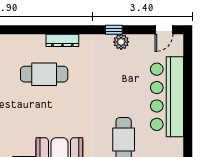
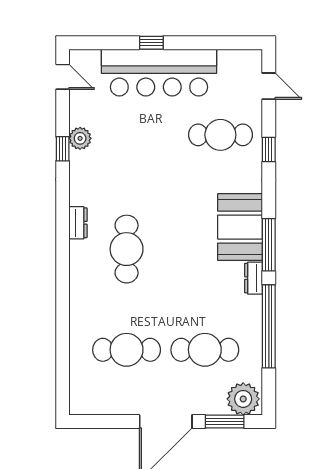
dresser: (62, 40) -> (78, 223), width x0.70
window: (188, 91) -> (151, 43), added

